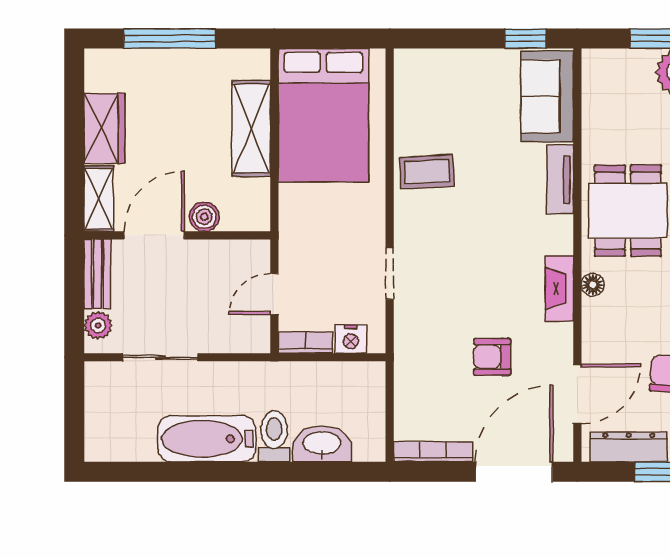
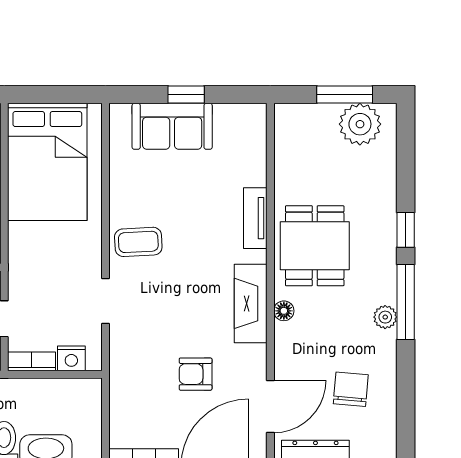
window: (525, 39) -> (186, 95), moved
sofa: (547, 96) -> (172, 126), moved, turned -90
coffee table: (427, 172) -> (138, 242), moved
fireplace: (559, 289) -> (251, 303), width x1.37, depth x1.32

